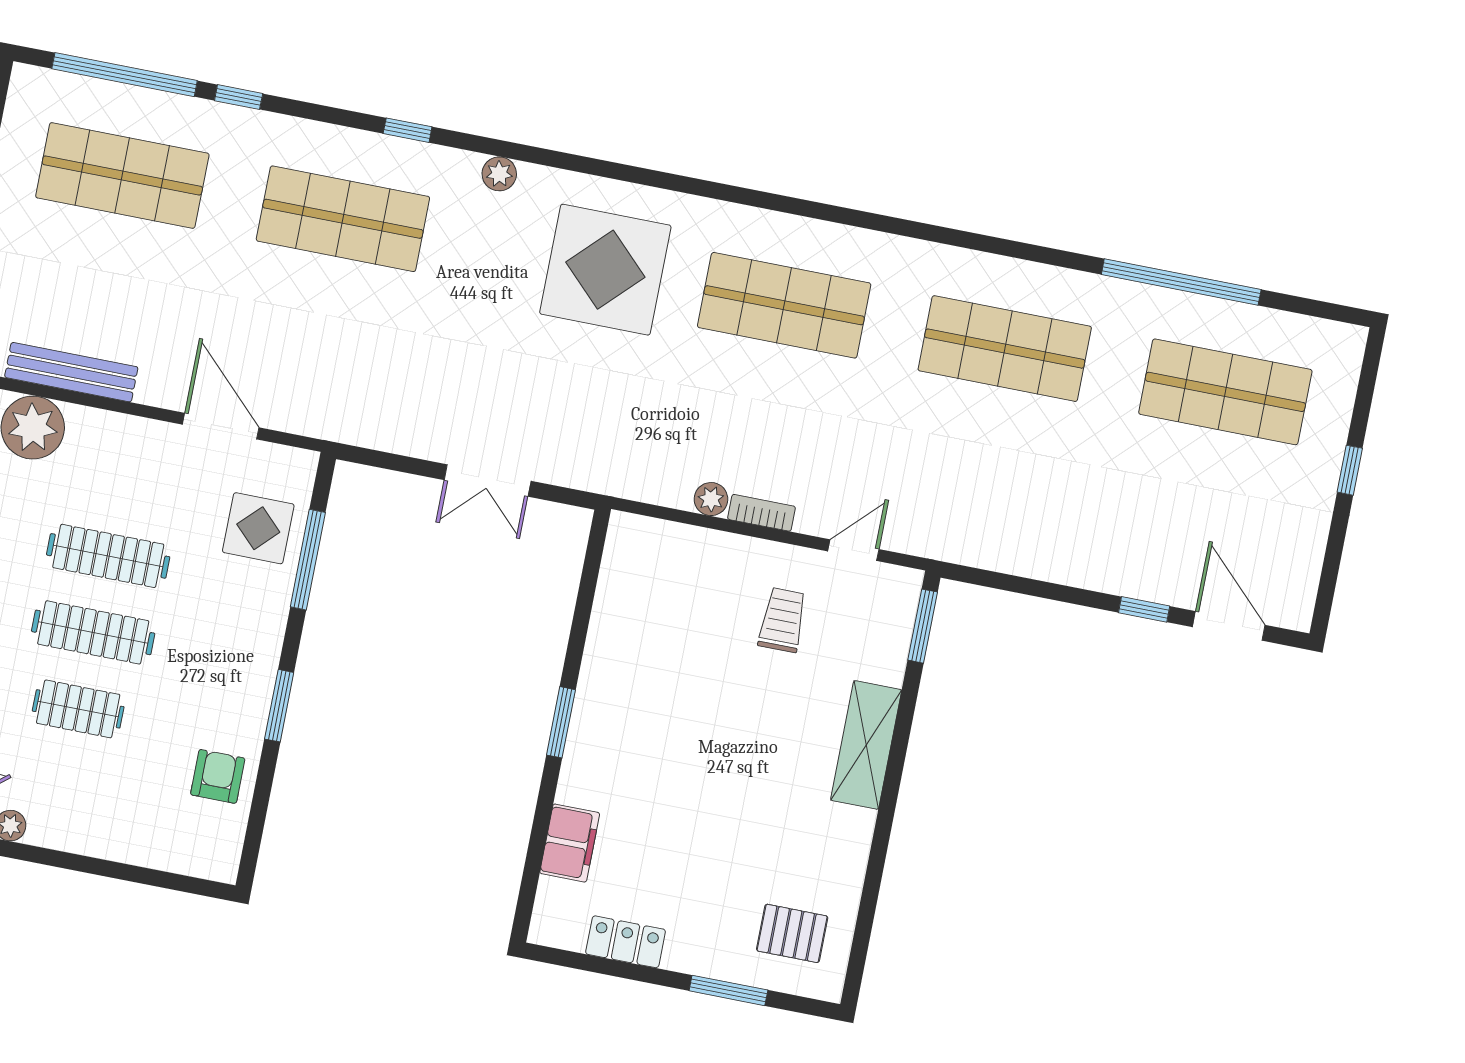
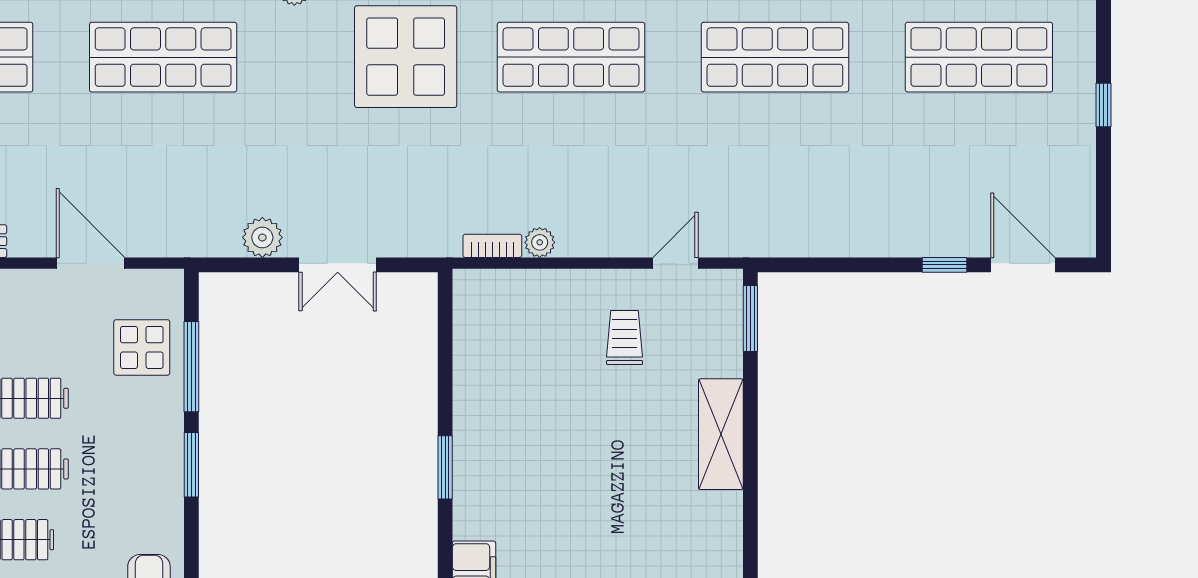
plant: (412, 435) -> (262, 237), added
bookcase: (761, 513) -> (492, 246), moved
window: (279, 706) -> (191, 465), moved

